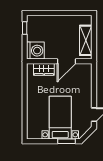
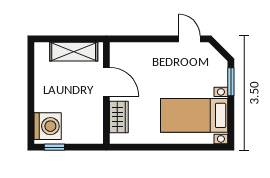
washing machine: (35, 51) -> (48, 126), moved, turned 90
bed with nightstands: (60, 118) -> (194, 115), moved

